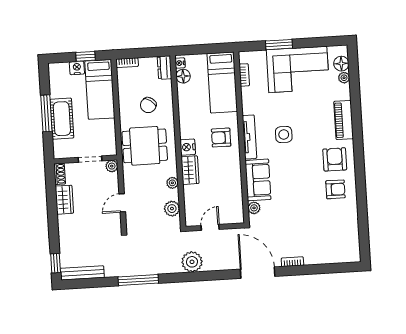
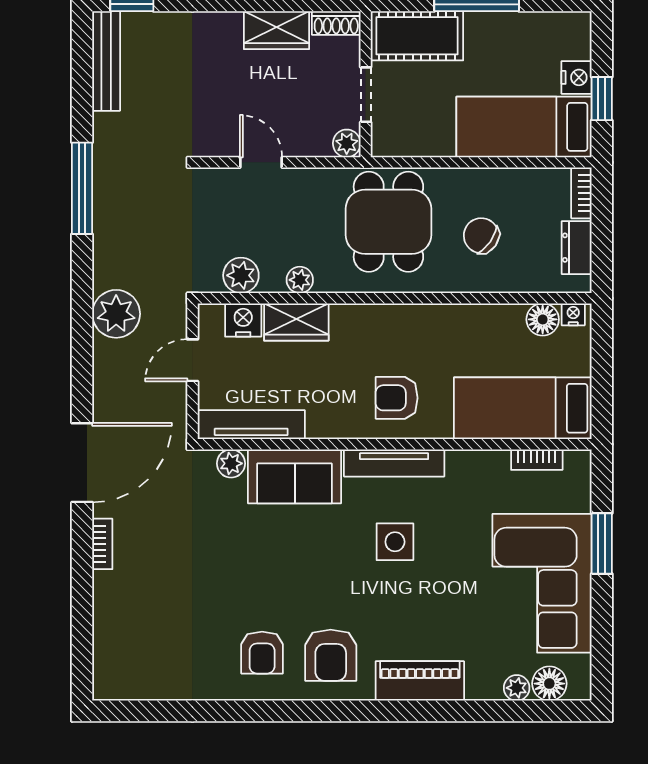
dresser: (165, 68) -> (577, 248), moved, turned -90
cot: (62, 119) -> (417, 36), moved
armchair: (221, 138) -> (397, 398), turned -90
nightstand: (188, 147) -> (243, 320), moved
armchair: (335, 159) -> (331, 655), turned 90
wardrobe: (190, 170) -> (296, 322), moved
tv unit: (237, 200) -> (251, 425), added
door: (210, 227) -> (192, 360), swing flipped

